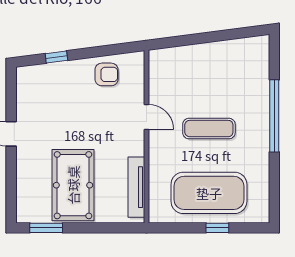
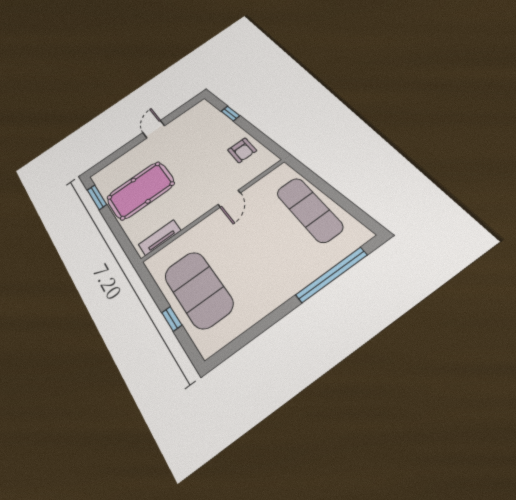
window: (274, 116) -> (332, 275), moved
exercise mat: (209, 129) -> (309, 210), moved, width x1.36, depth x1.45
tv unit: (136, 187) -> (160, 238), width x0.71

